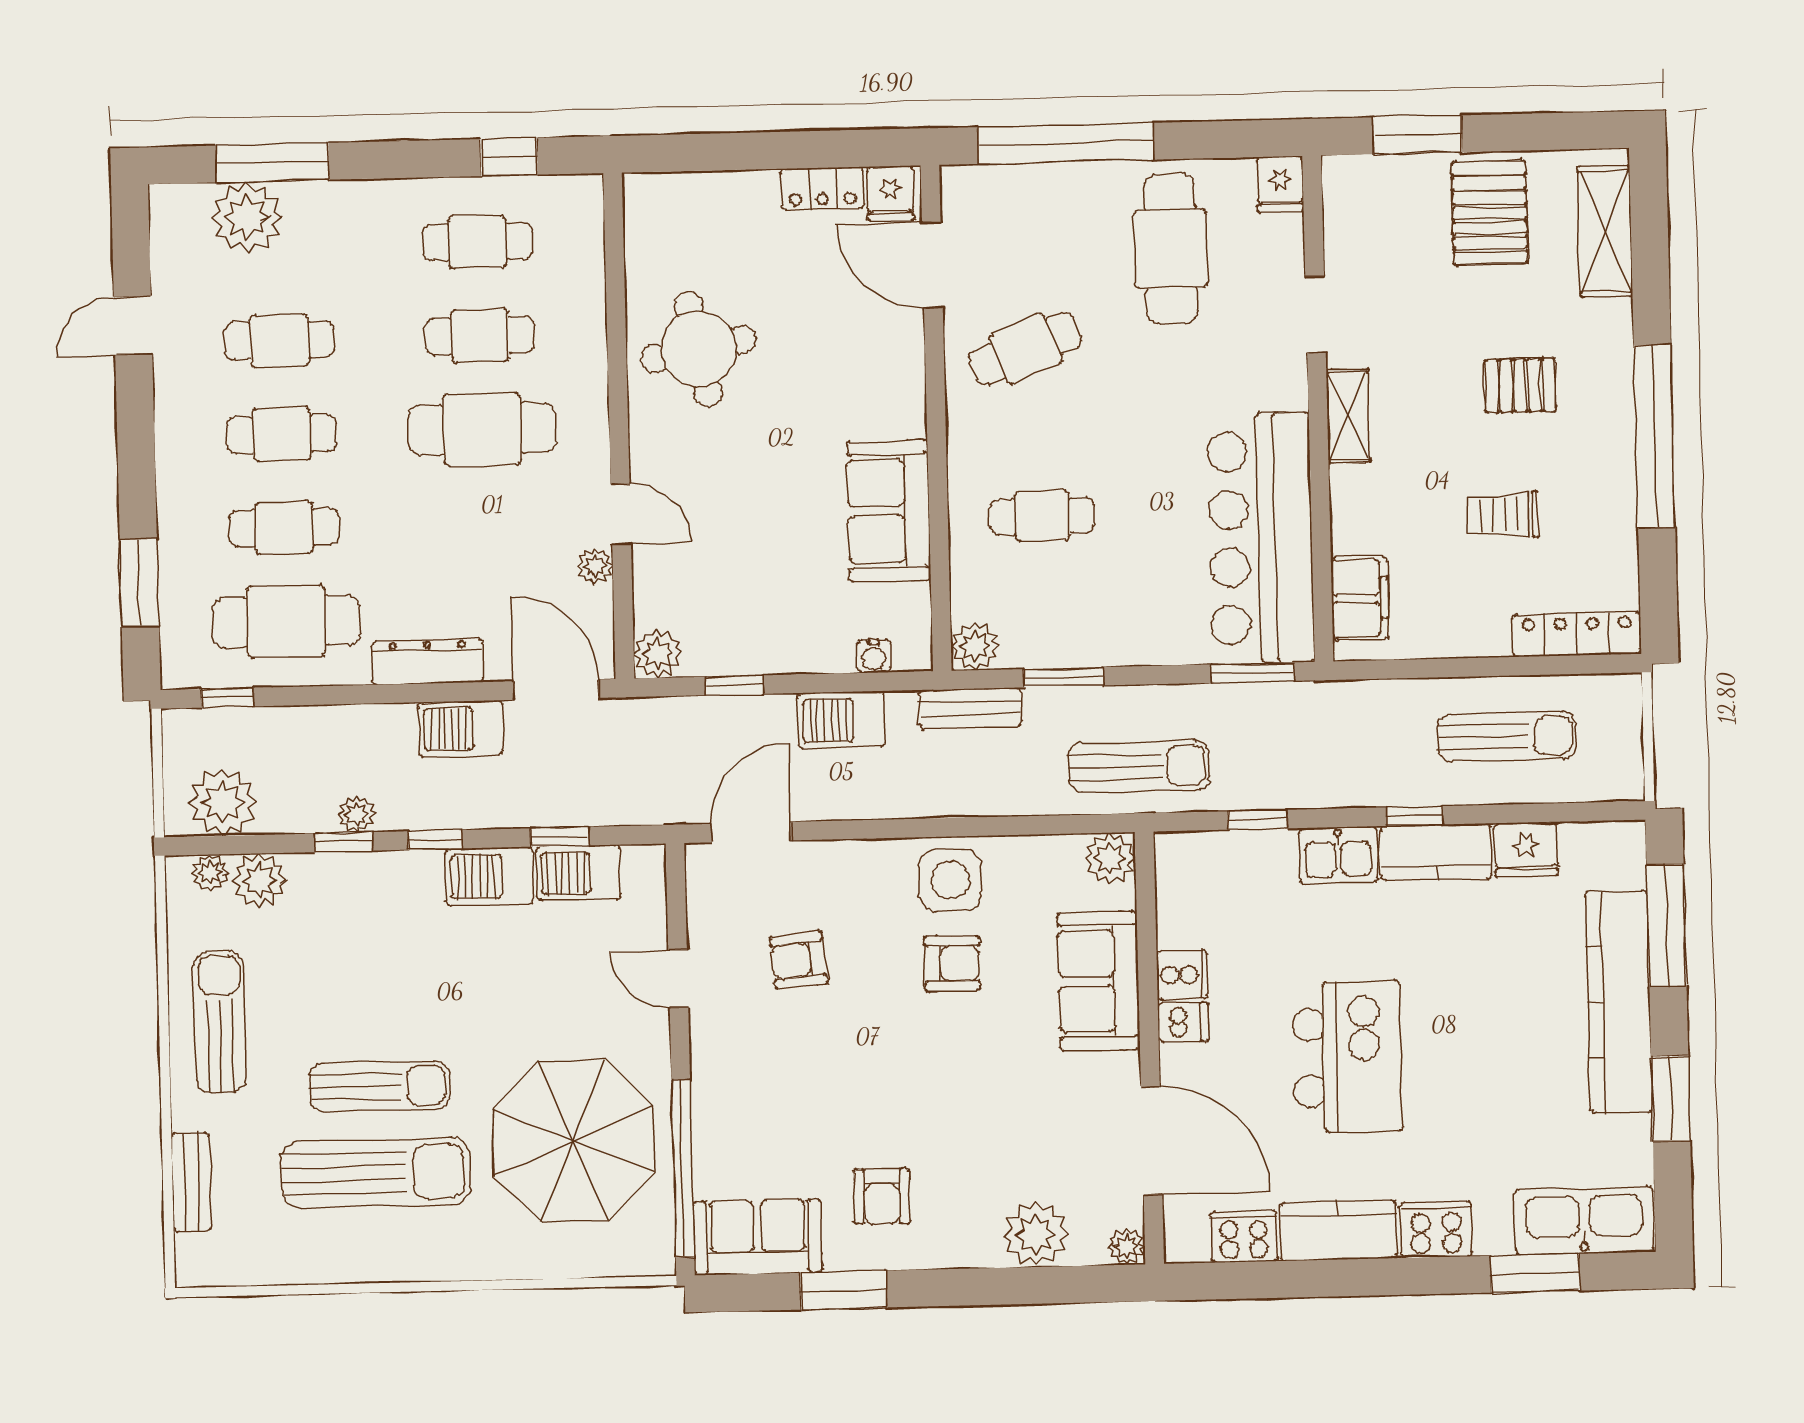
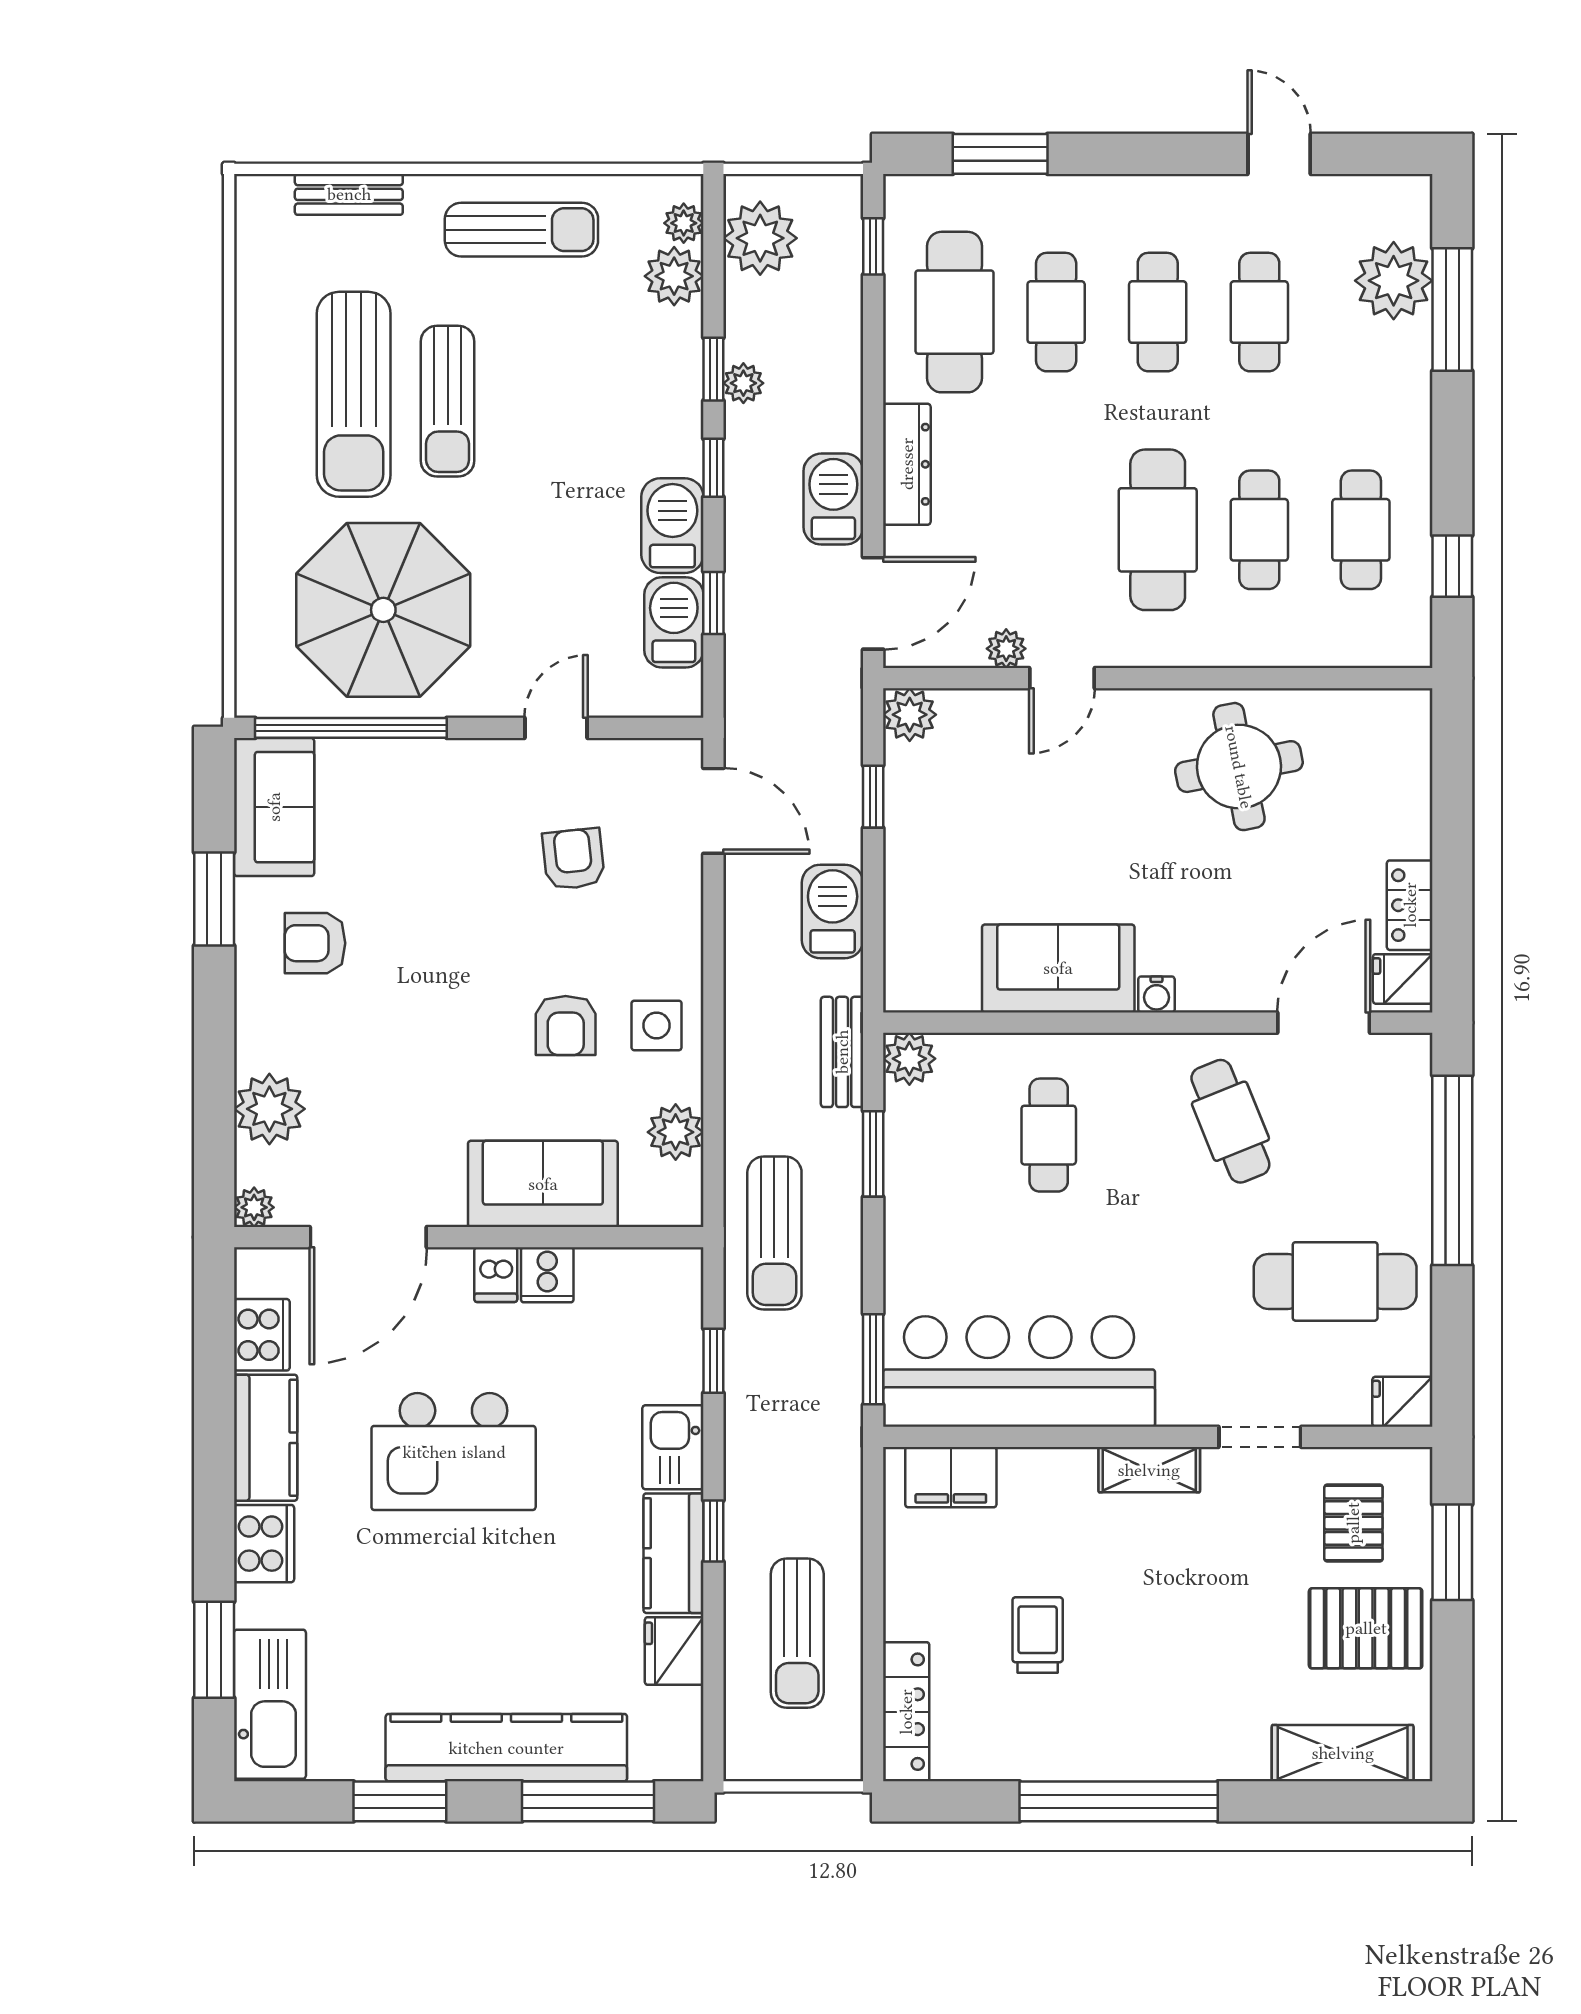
pallet: (1520, 385) -> (1353, 1523), moved
water cooler: (874, 656) -> (1156, 994), moved, turned -90
plant: (1110, 858) -> (676, 1132), moved
side table: (950, 880) -> (657, 1025), width x0.73, depth x0.73

